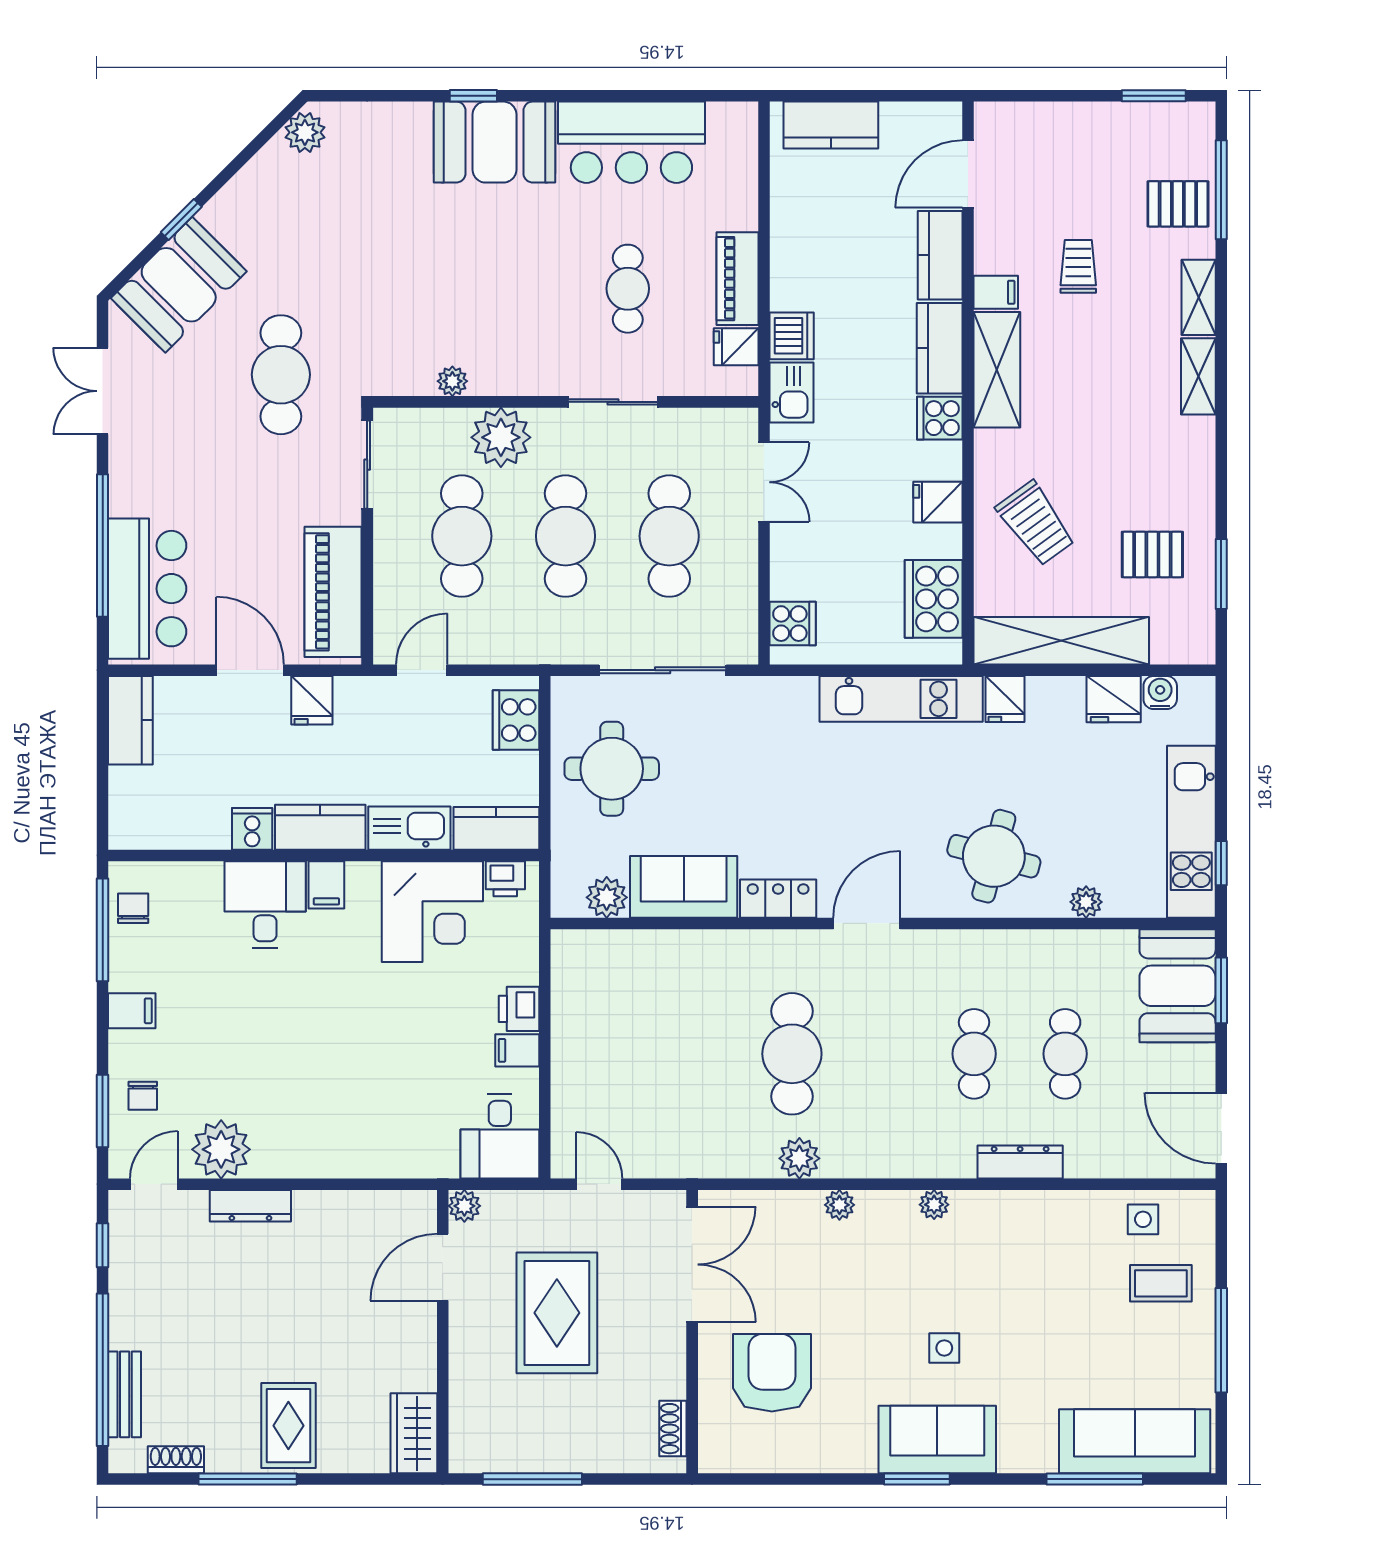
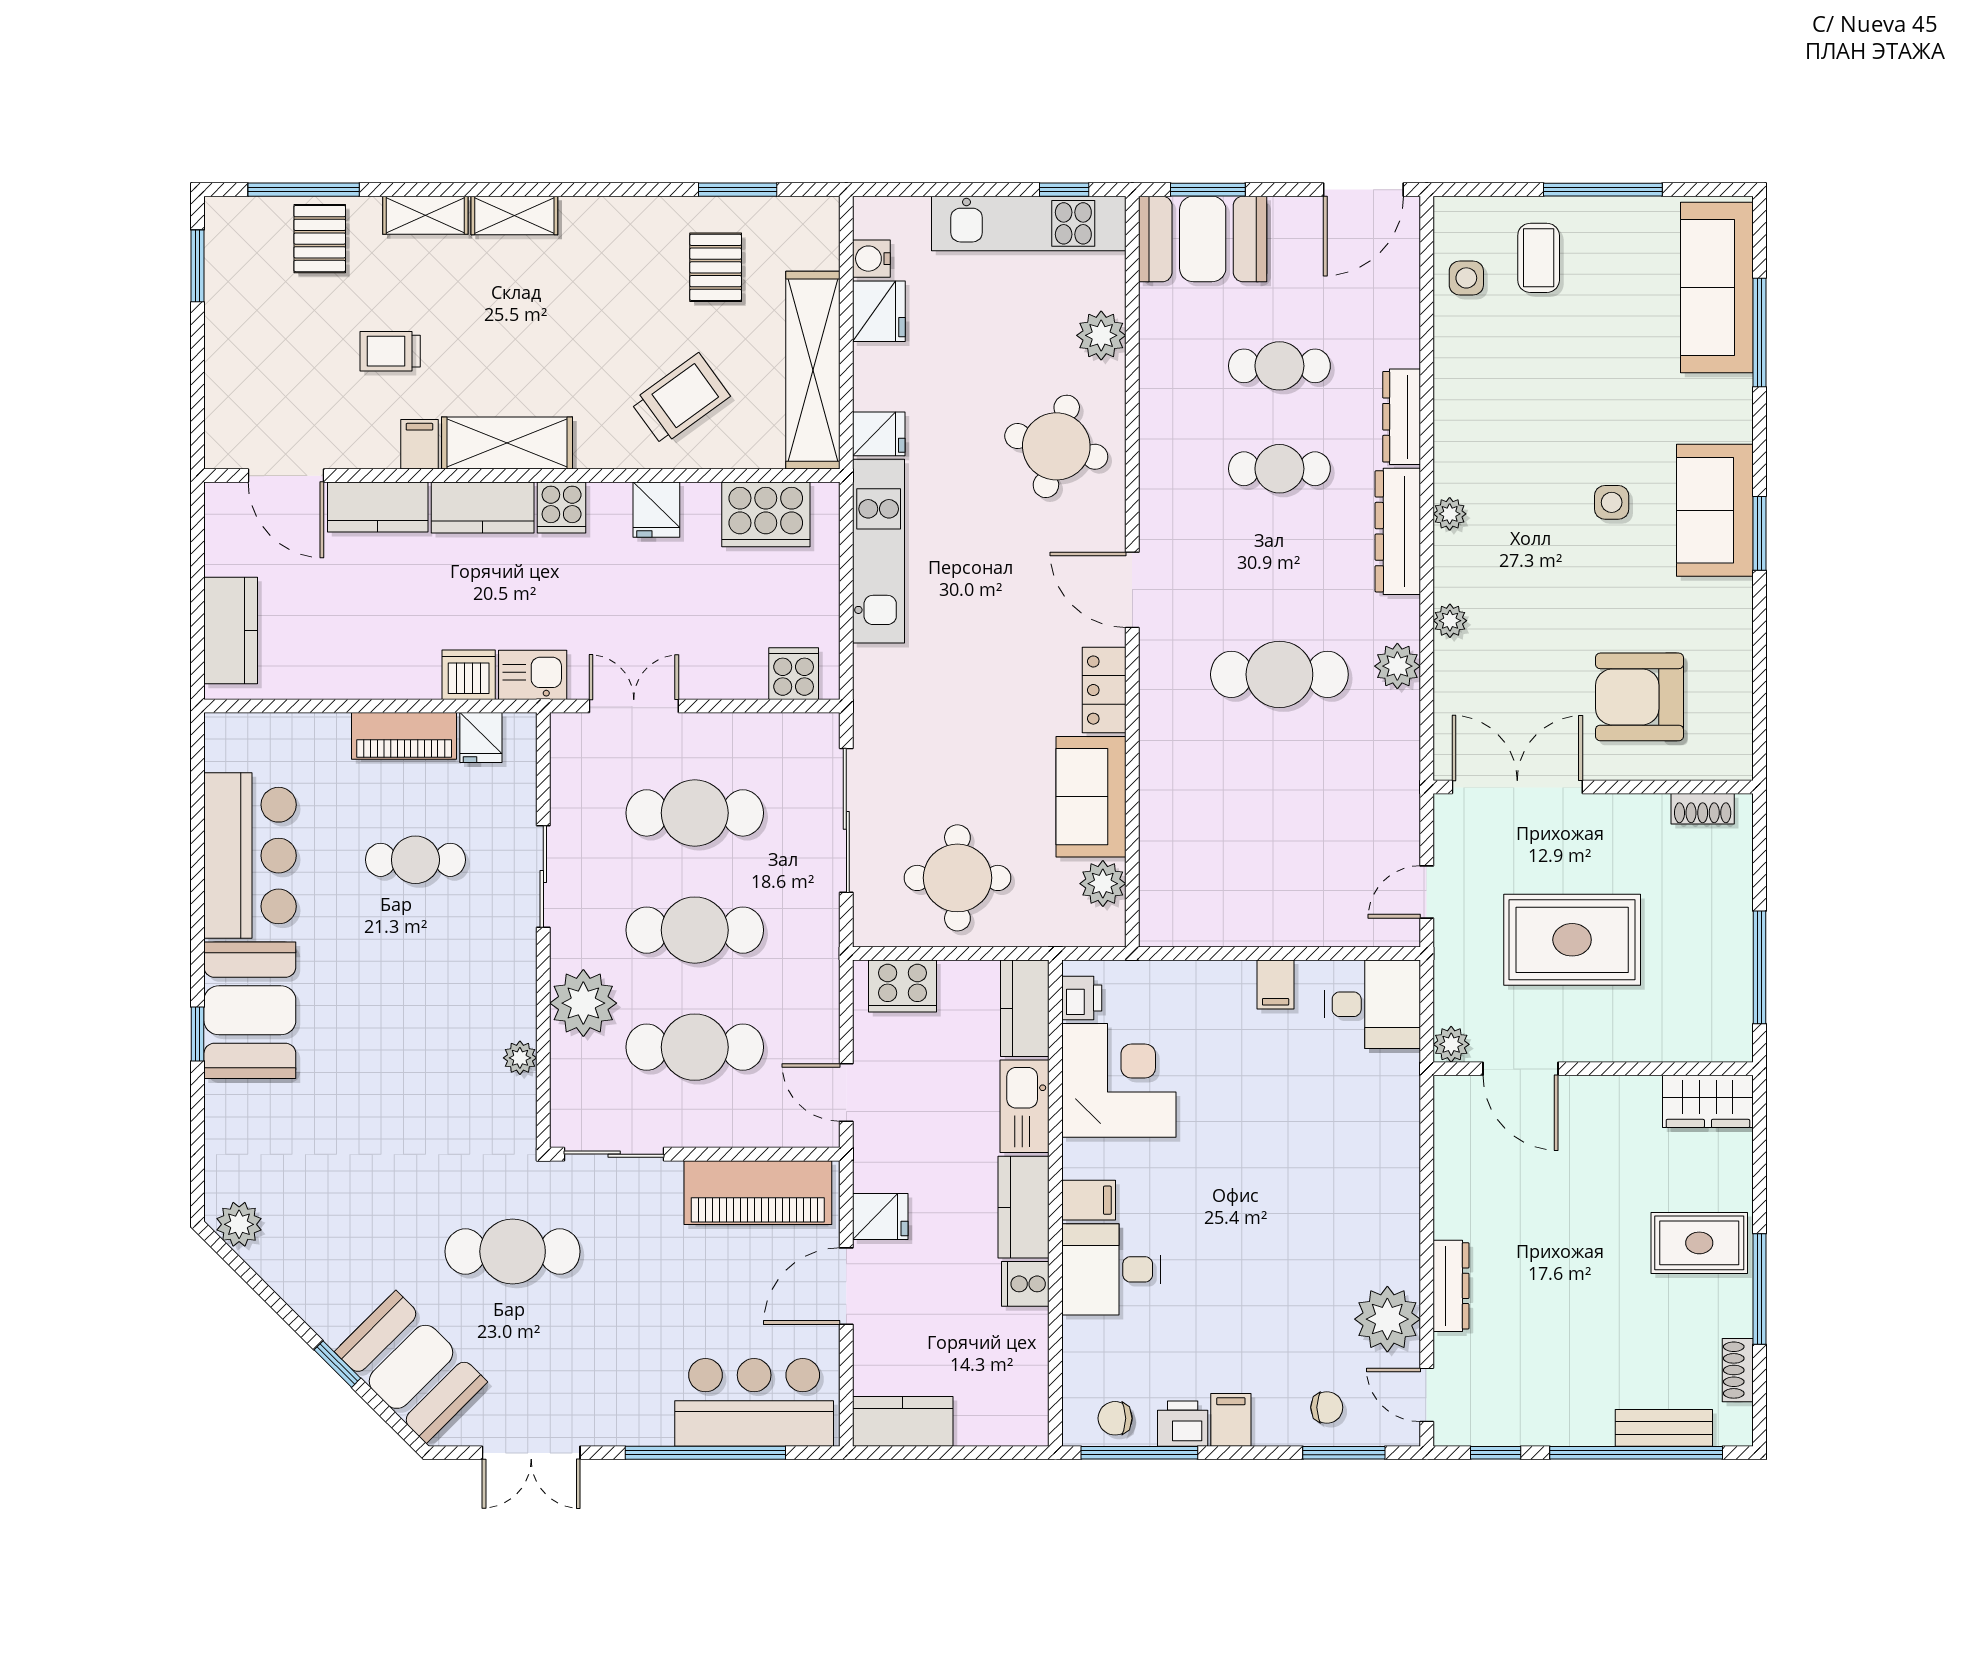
plant: (1086, 902) -> (1101, 335), width x1.38, depth x1.38
printer: (519, 1009) -> (1183, 1424), moved, turned 180
dresser: (919, 1159) -> (1398, 531), added

